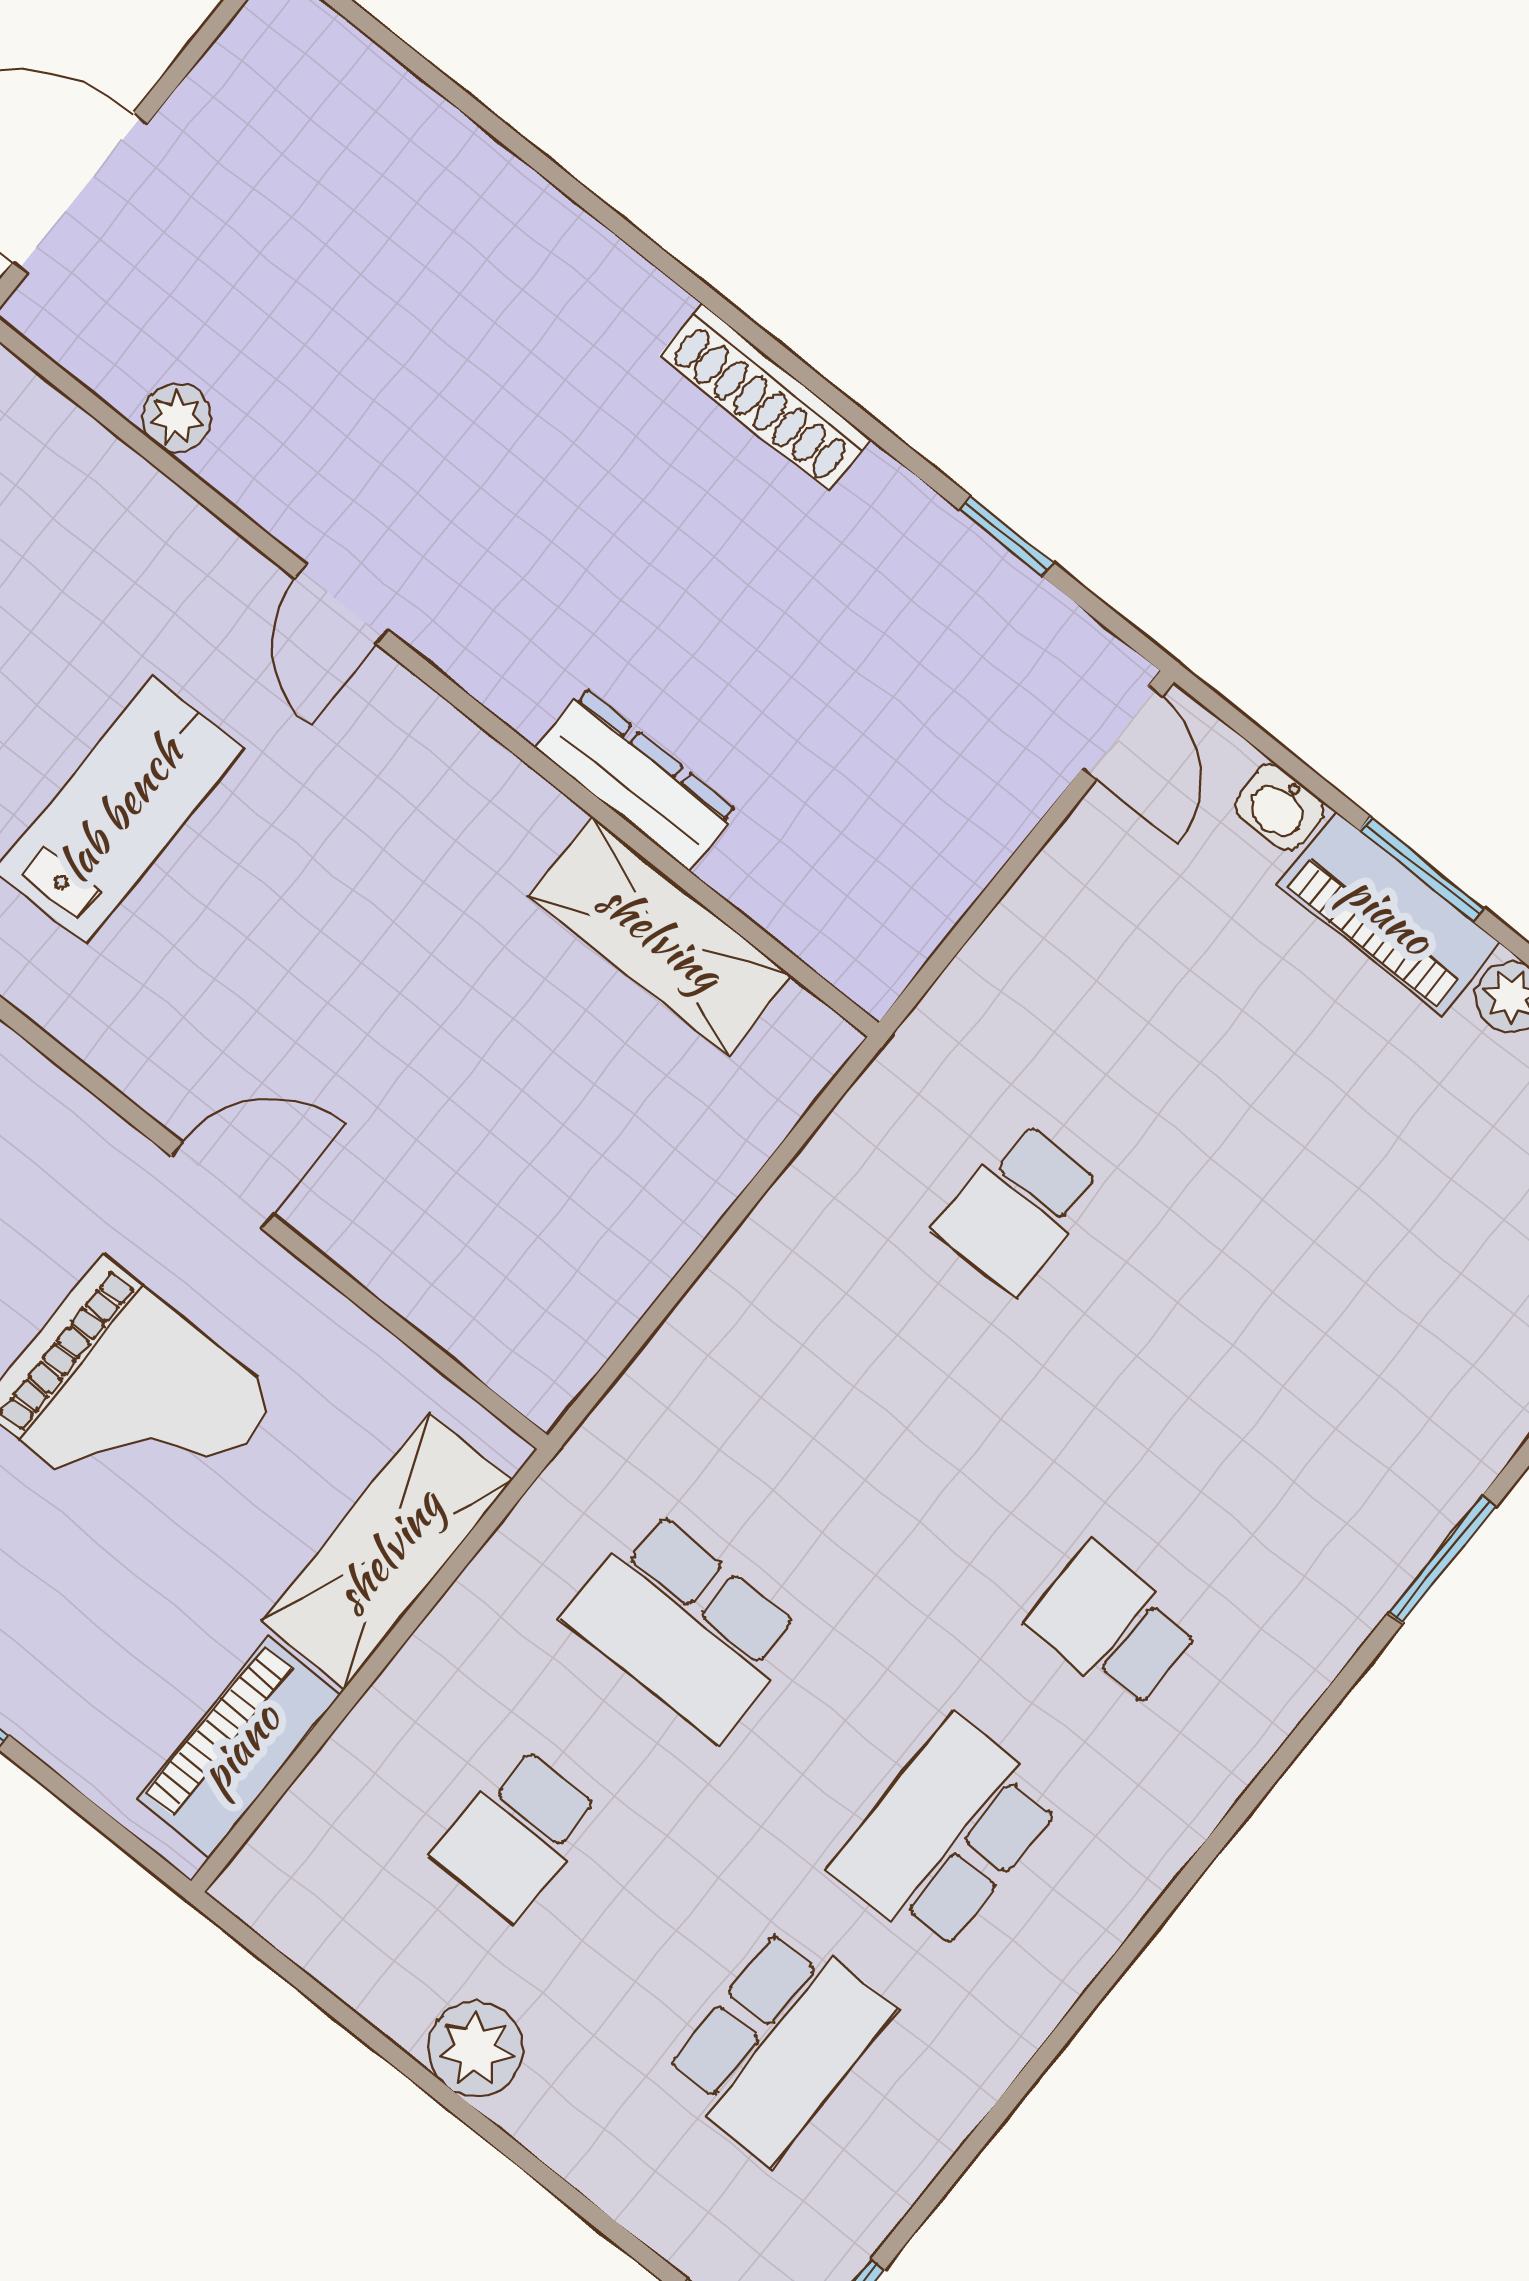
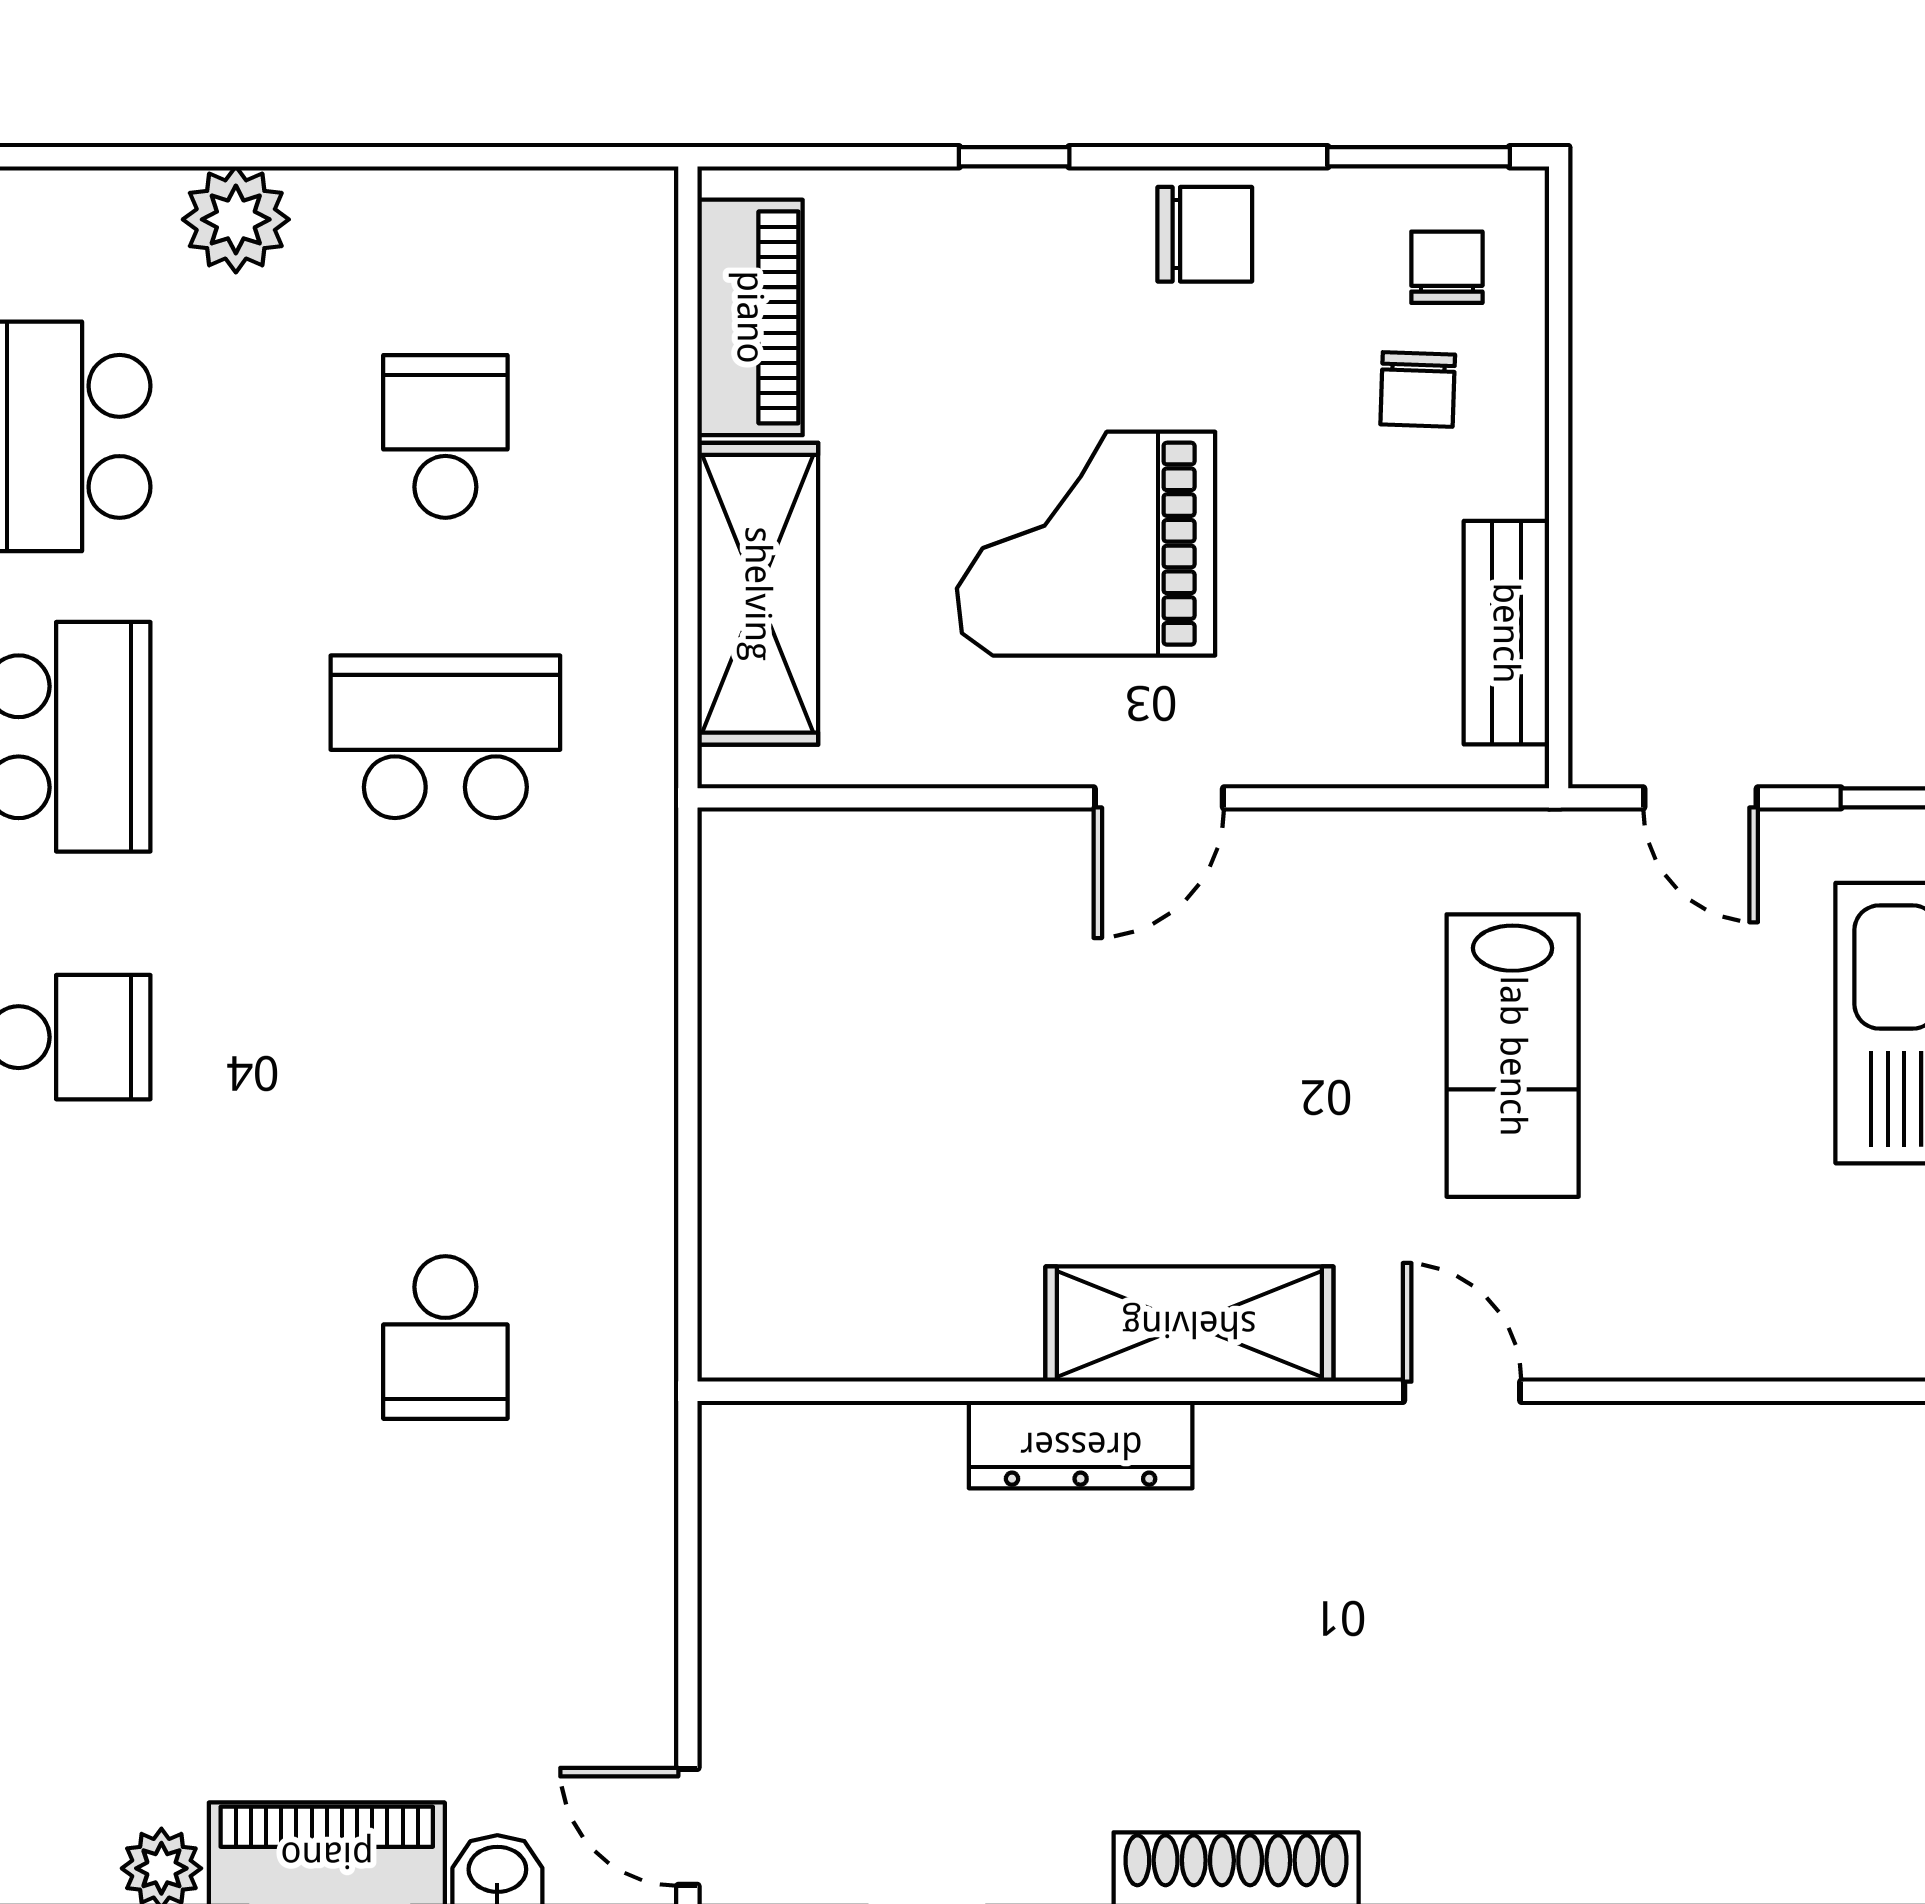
plant: (177, 418) -> (1737, 1439), removed
shelving: (660, 936) -> (1189, 1324), moved
school desk: (1018, 1208) -> (445, 1338), turned 180
plant: (475, 2049) -> (236, 219), moved

